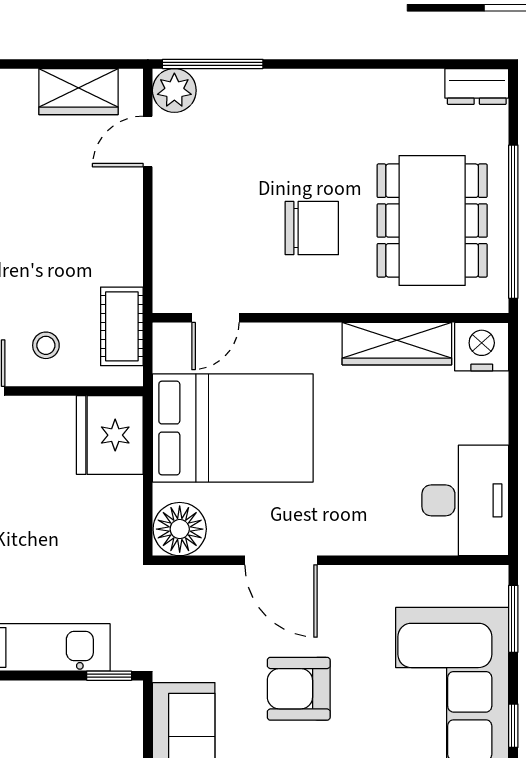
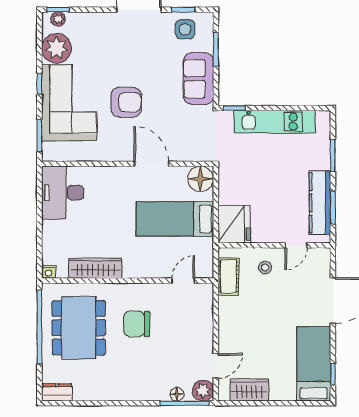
floor lamp: (228, 83) -> (177, 394), added
nightstand: (482, 347) -> (49, 272), width x0.53, depth x0.56
bed: (233, 428) -> (175, 219), width x0.67
armchair: (299, 689) -> (126, 102), moved

